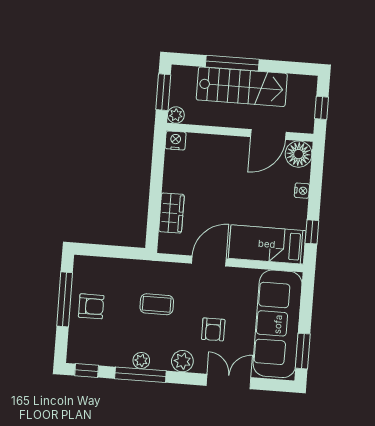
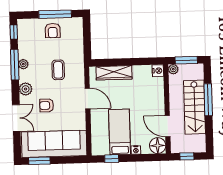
wardrobe: (171, 213) -> (114, 73), width x1.50
bed: (267, 244) -> (120, 132), moved

